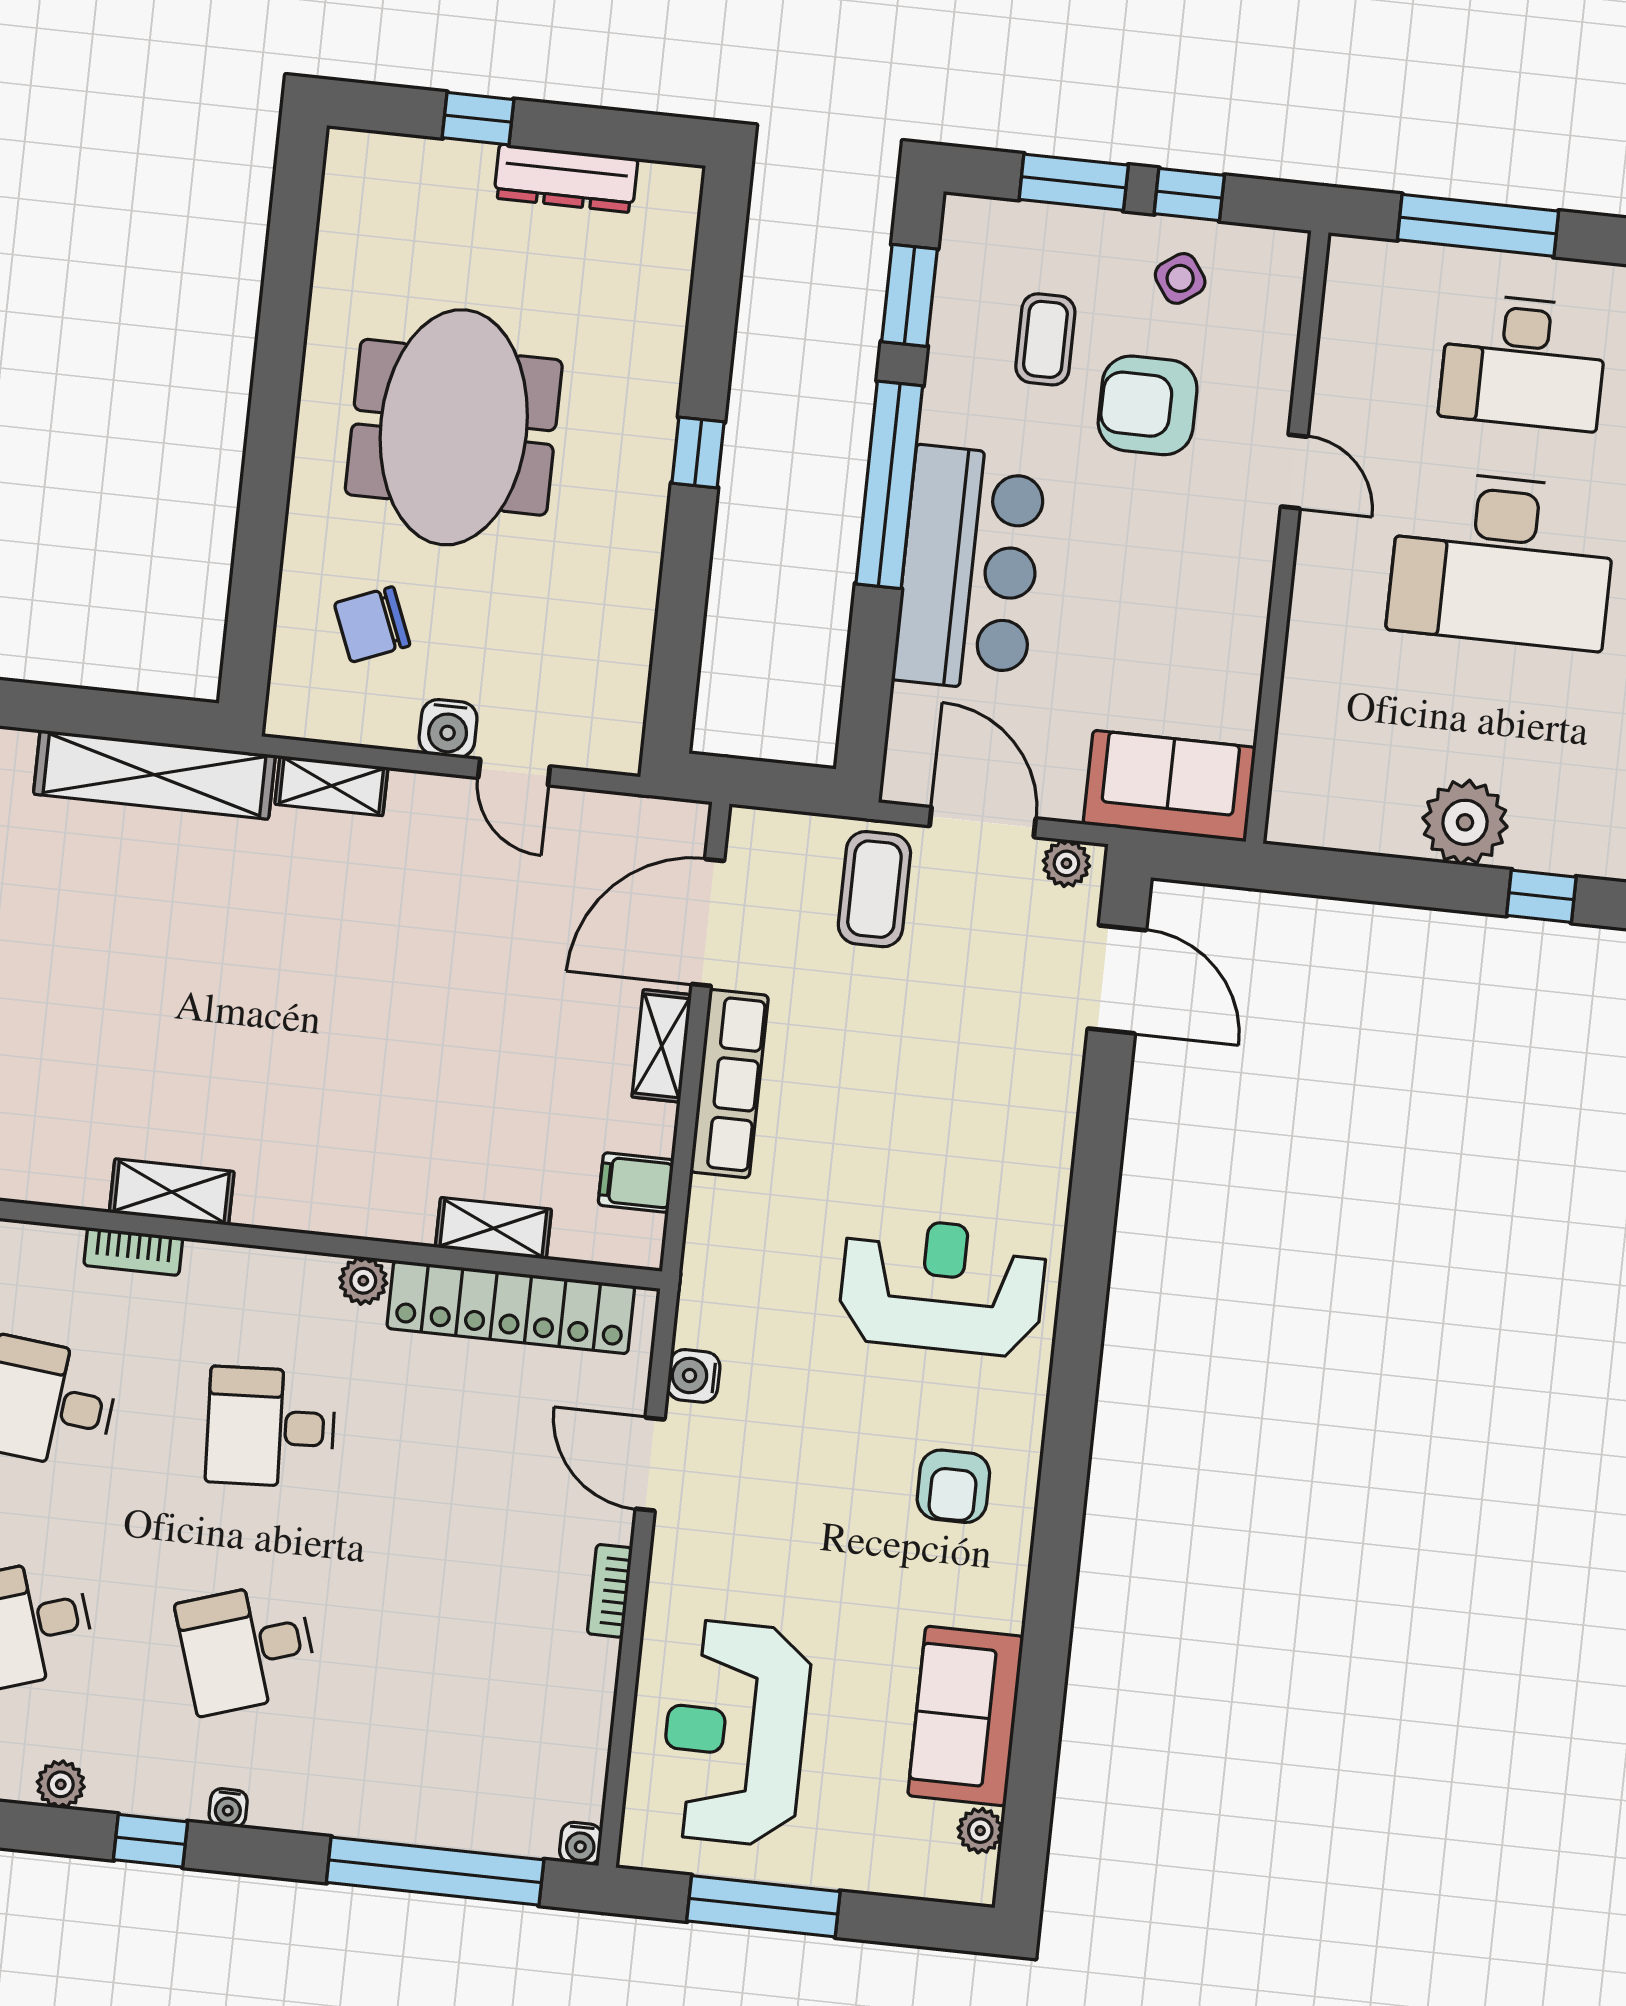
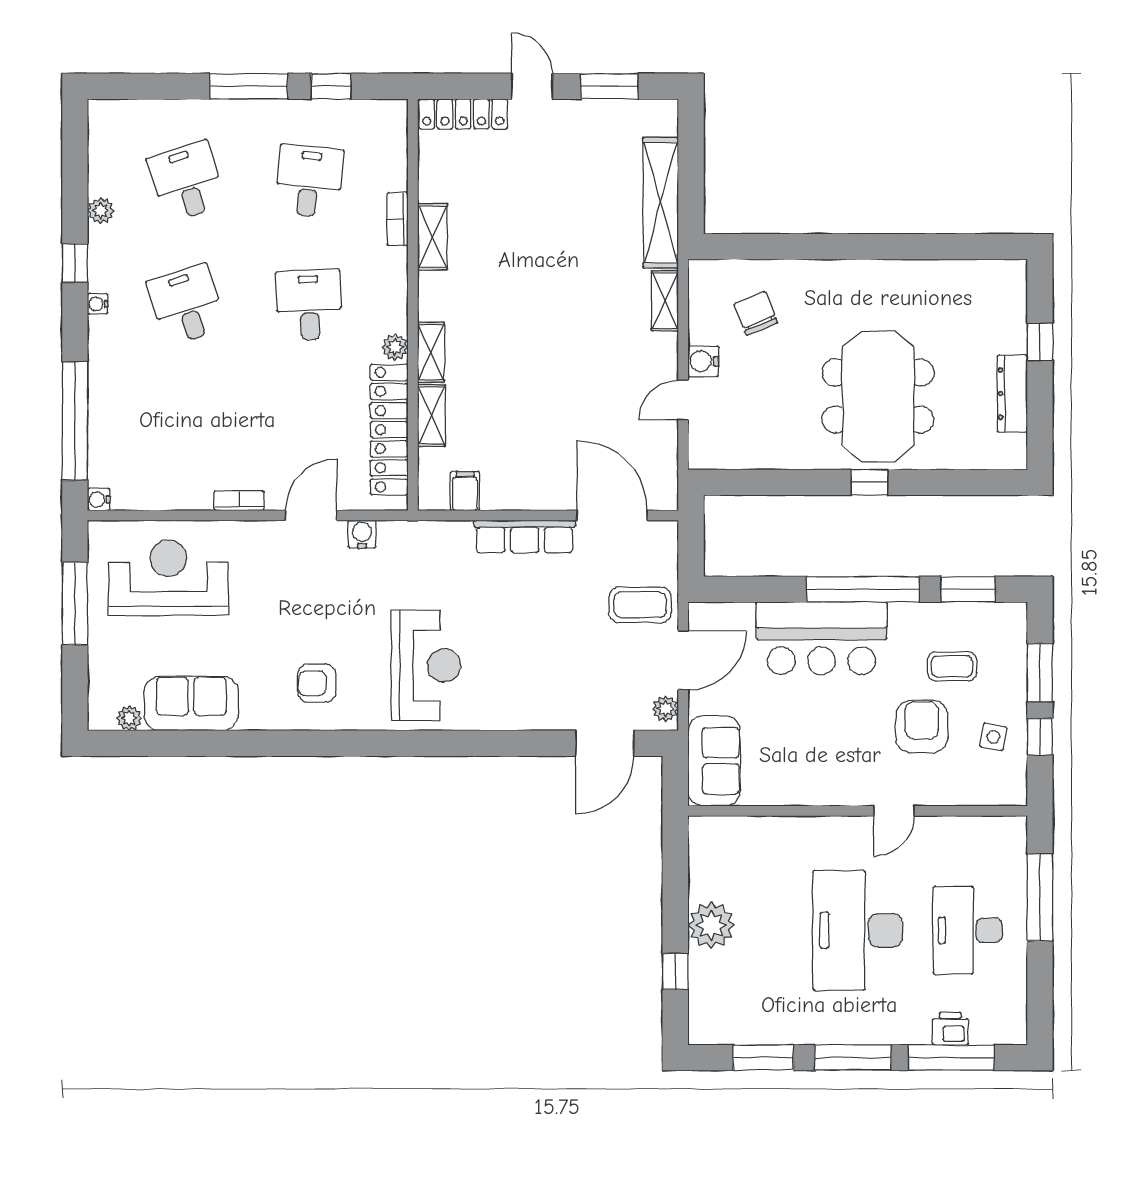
side table: (1180, 278) -> (993, 737), turned 45
meeting table: (454, 427) -> (878, 396), moved, turned 90
shelving: (662, 1046) -> (431, 352), moved, turned 90

